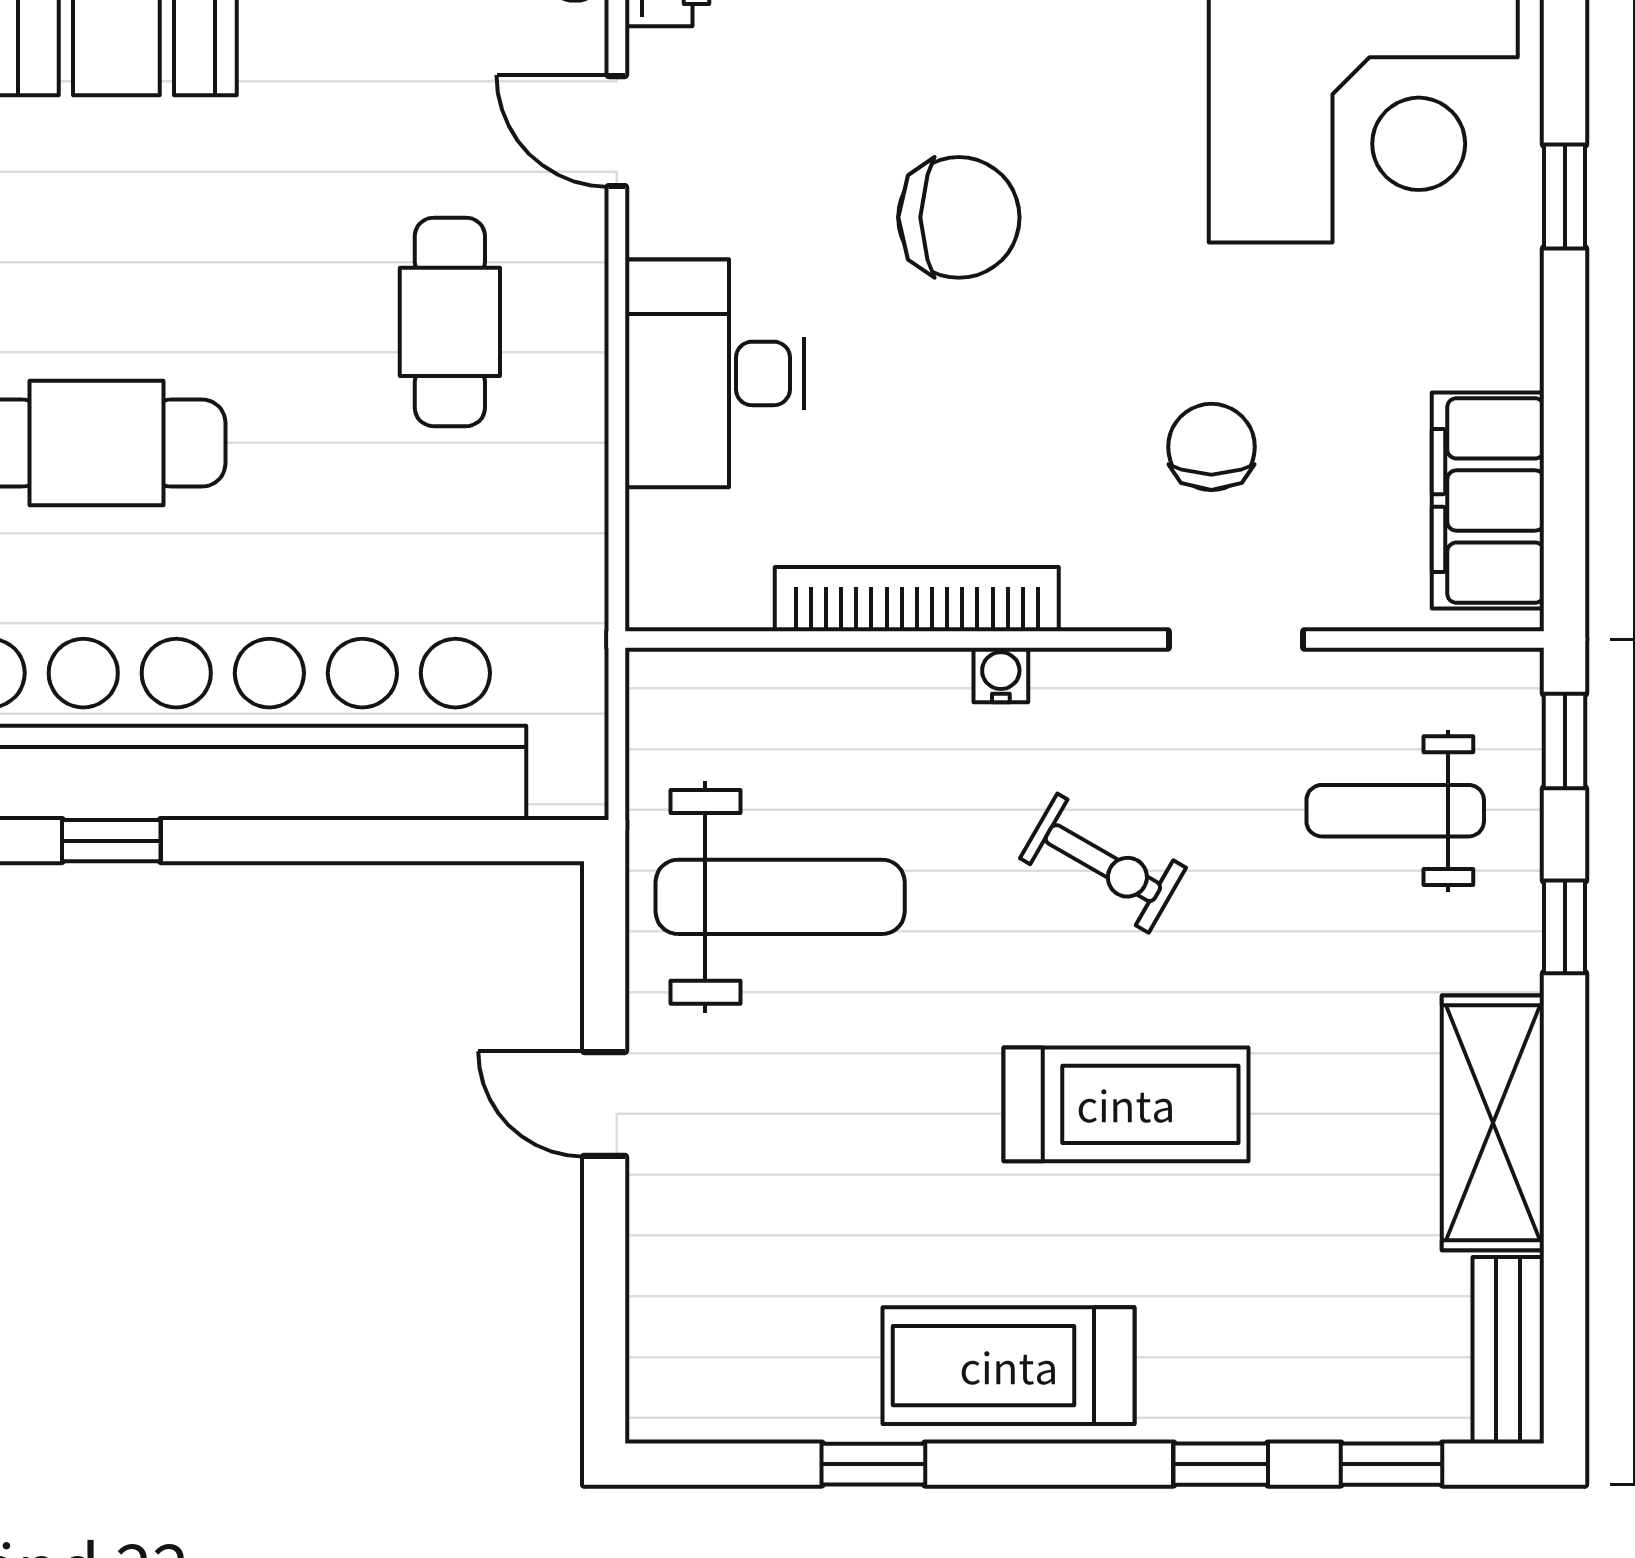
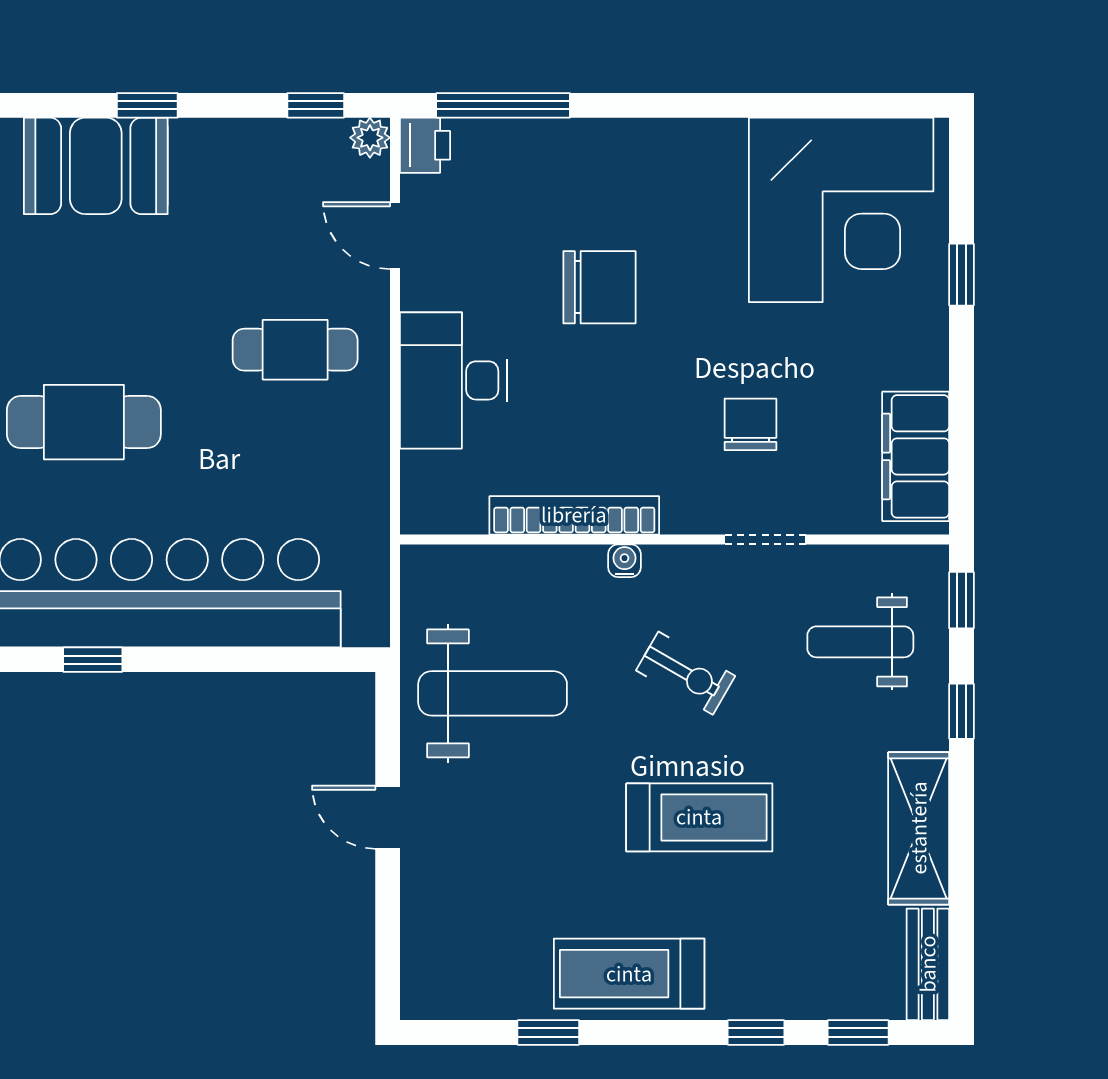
cafe table: (450, 322) -> (295, 350), turned 90

